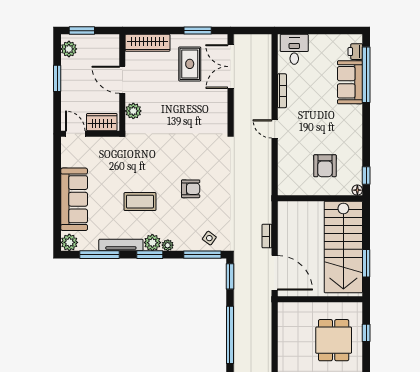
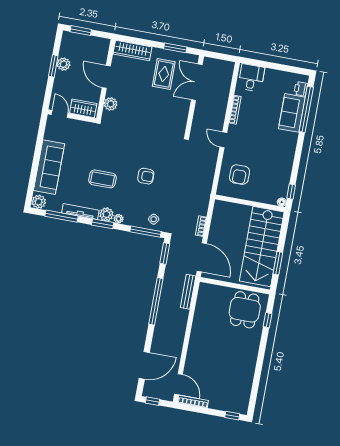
plant: (69, 49) -> (64, 64), moved
armchair: (325, 166) -> (240, 175), moved
bench: (266, 317) -> (188, 292), added
dining table: (334, 340) -> (245, 310), moved

